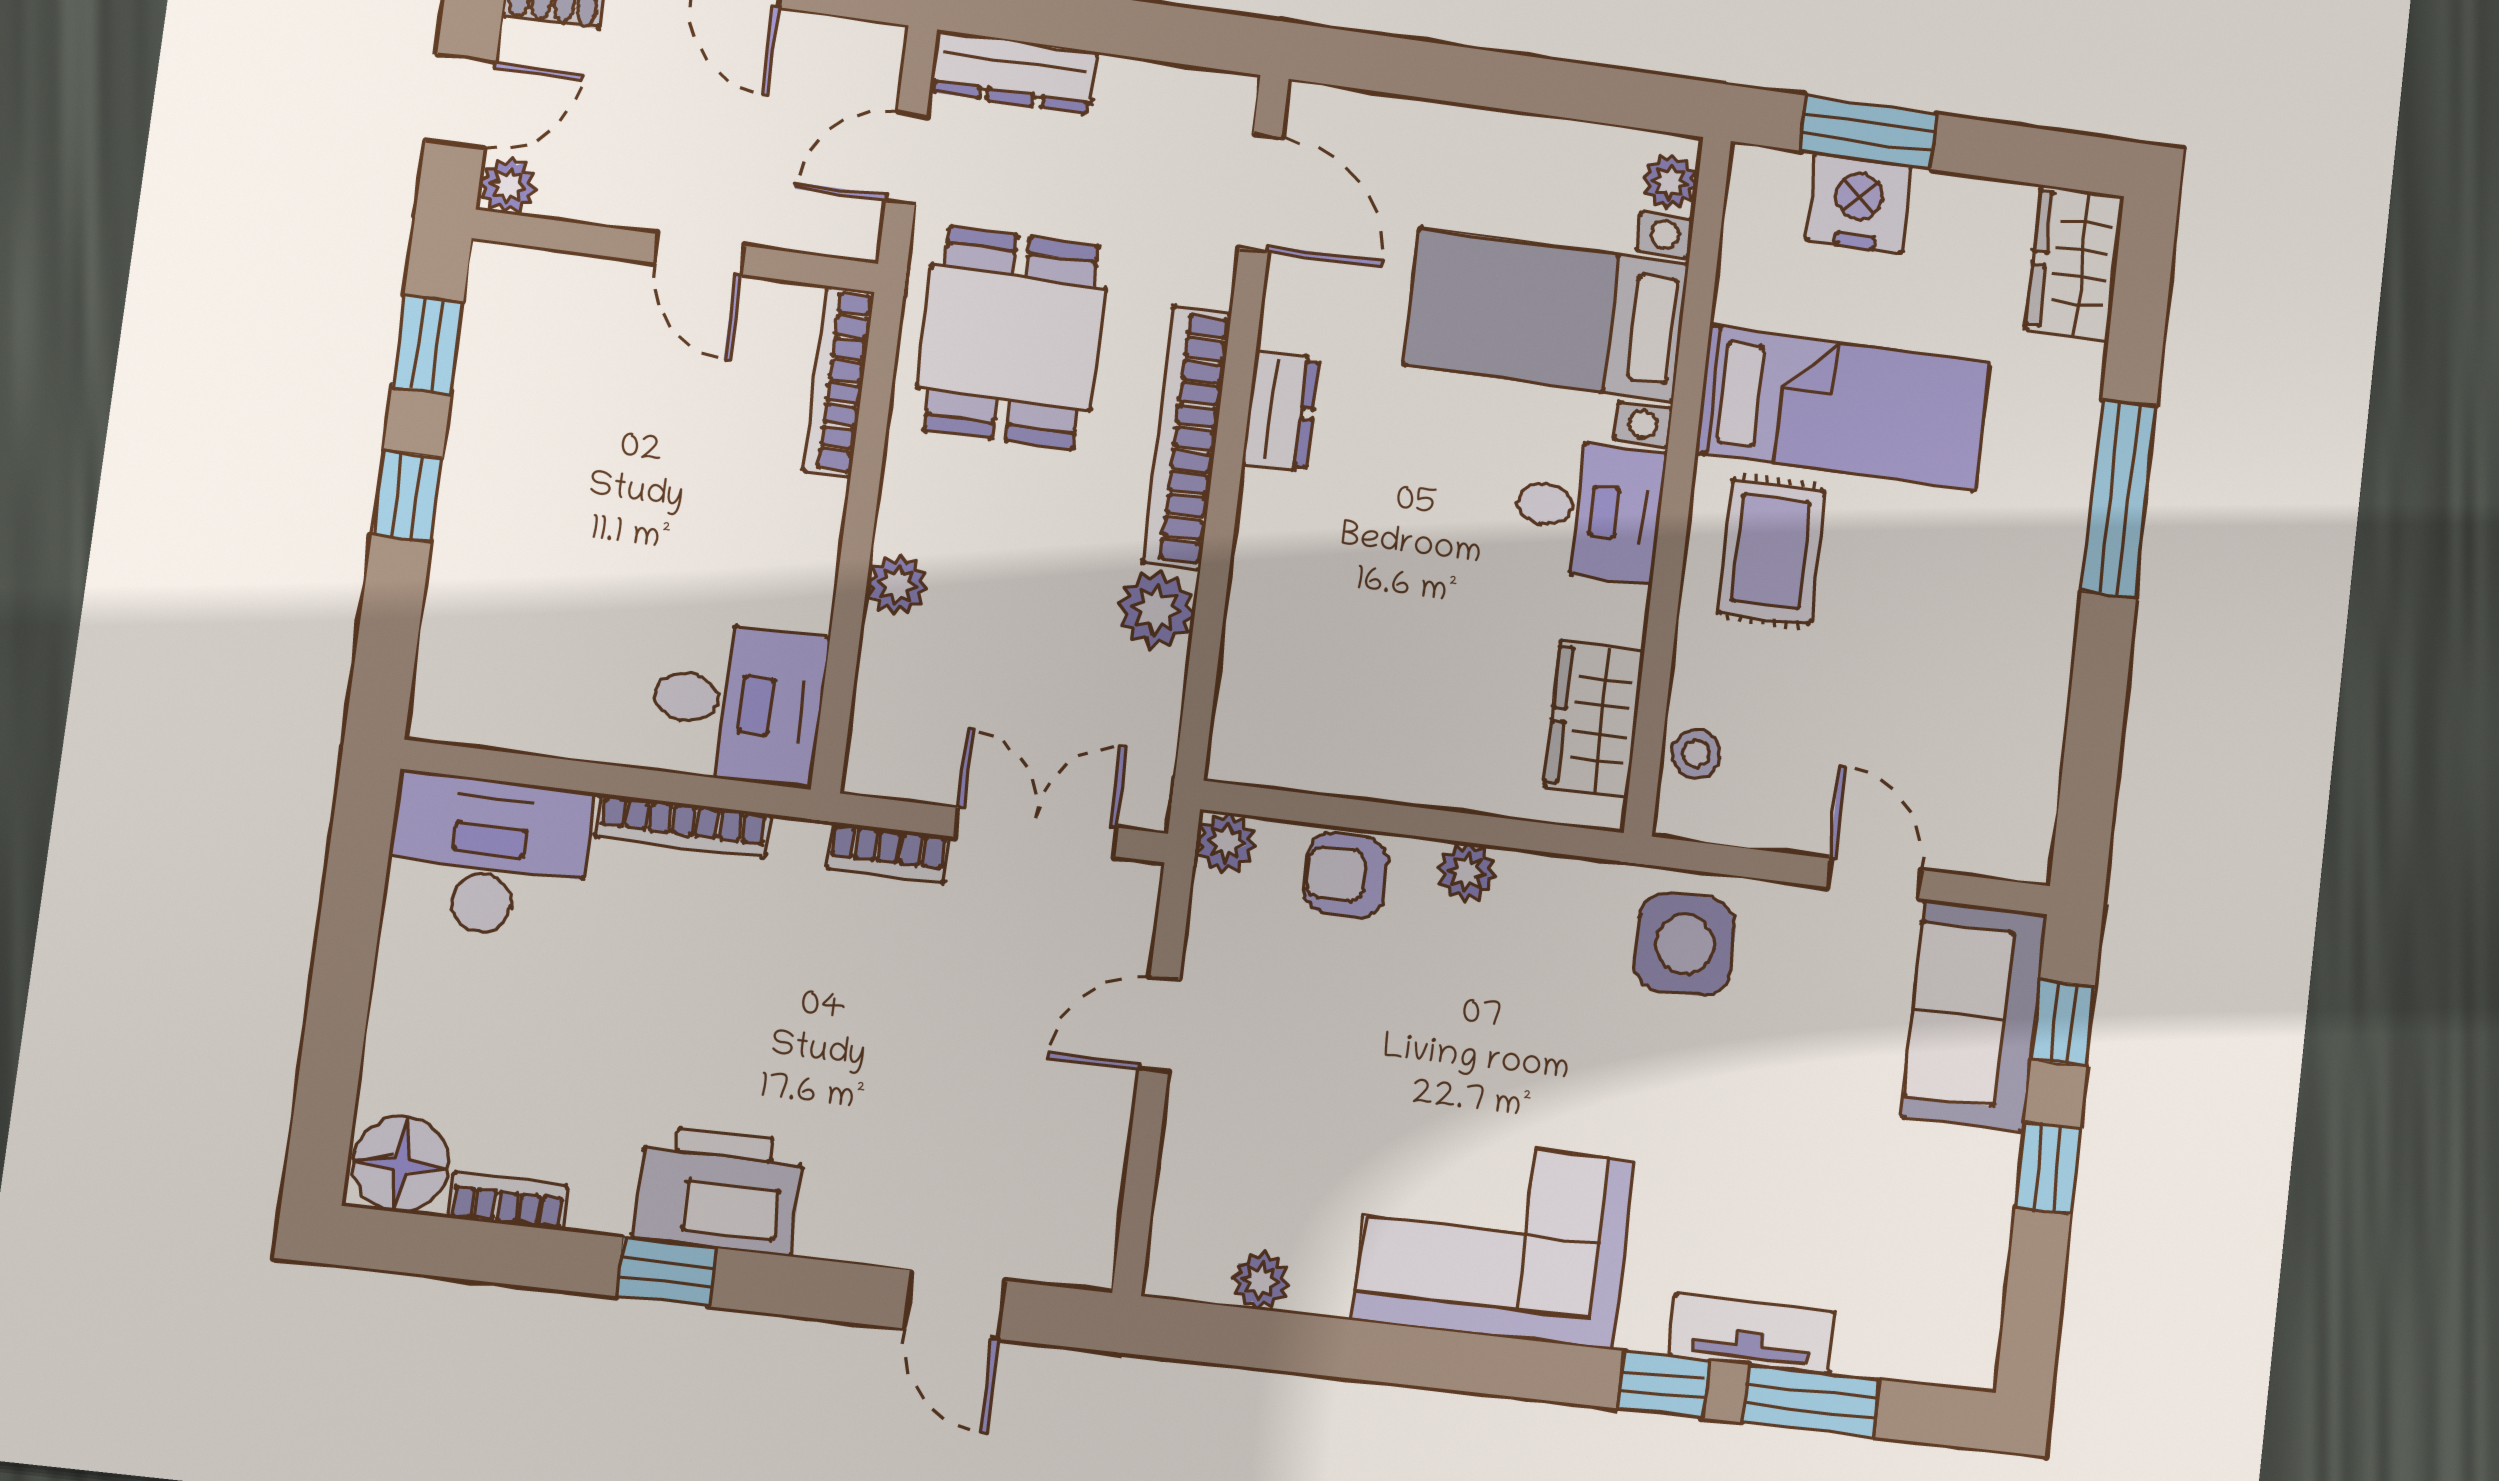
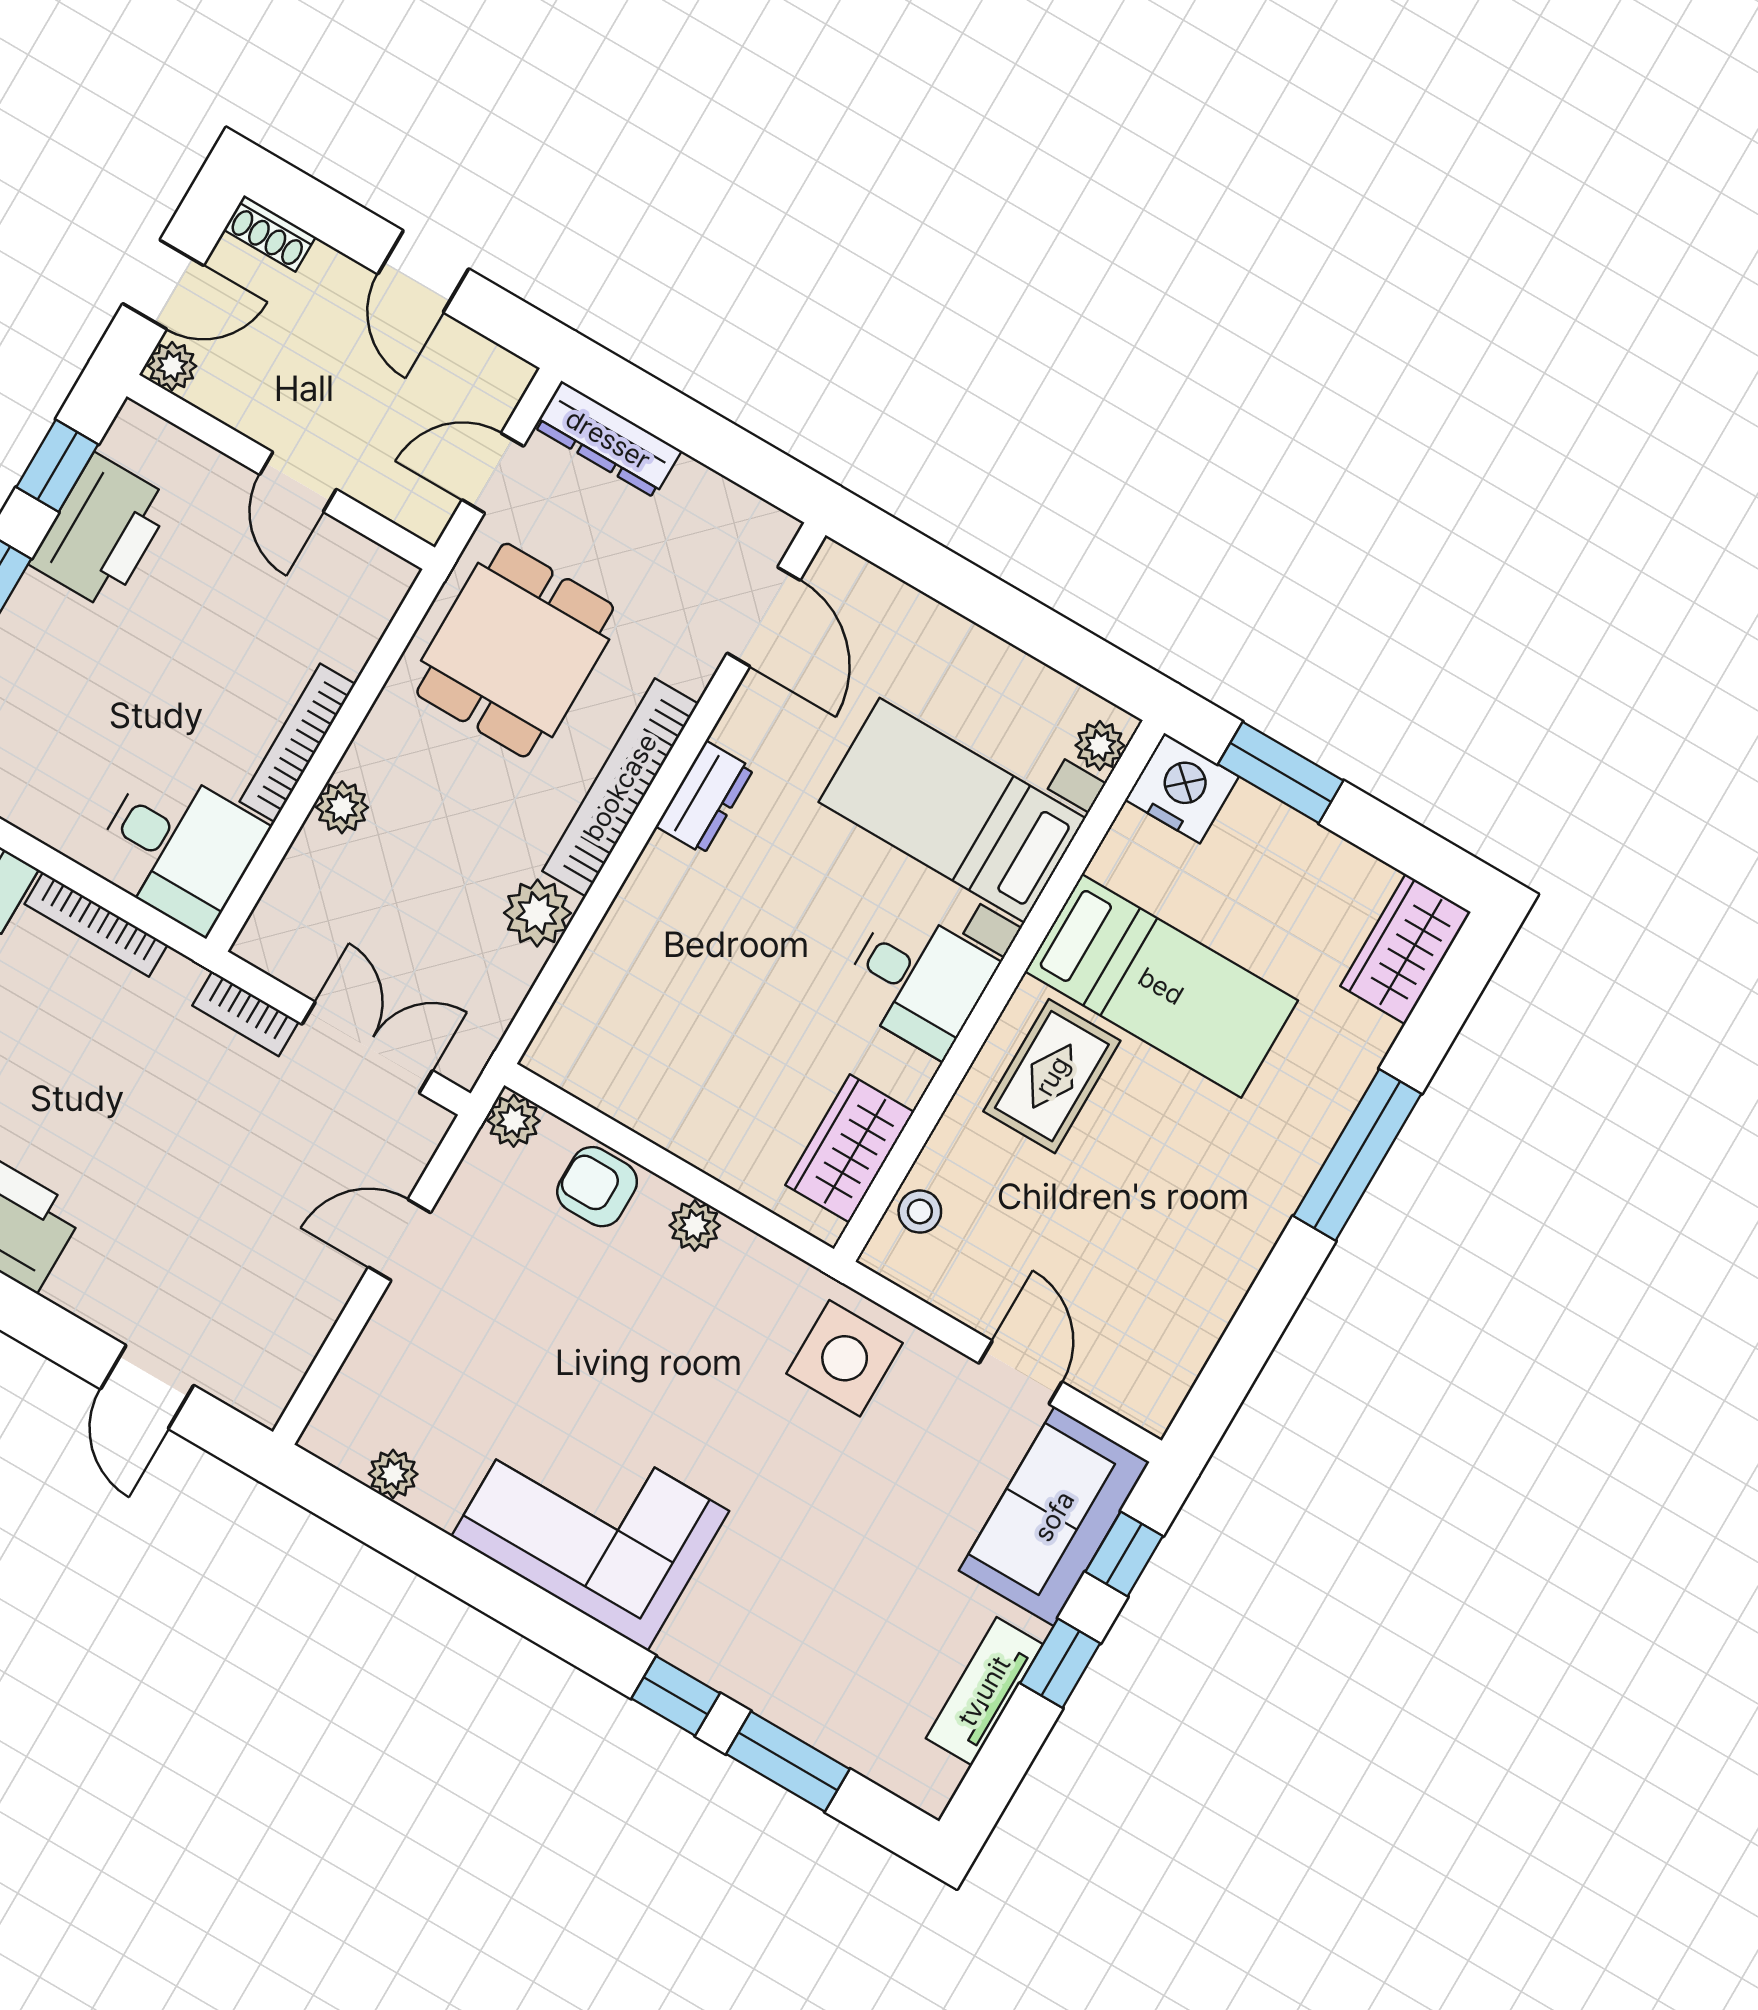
nightstand: (1859, 203) -> (1182, 788), moved
bookcase: (839, 381) -> (297, 743), moved
printer: (507, 396) -> (102, 532), added
tv unit: (1752, 1334) -> (984, 1691), moved, turned -90

